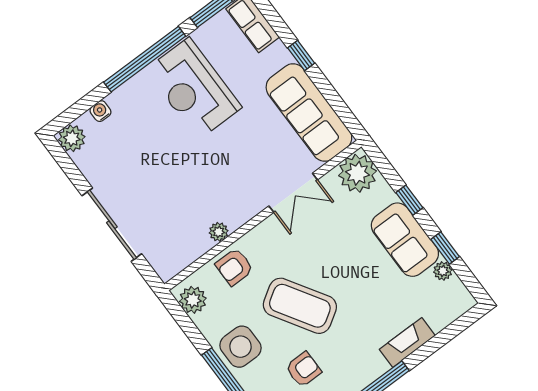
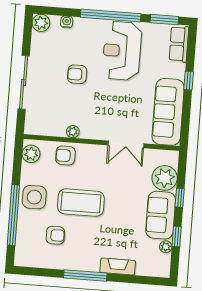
armchair: (166, 161) -> (77, 74), added
plant: (357, 173) -> (165, 178), moved
coffee table: (300, 306) -> (81, 203), turned -58

